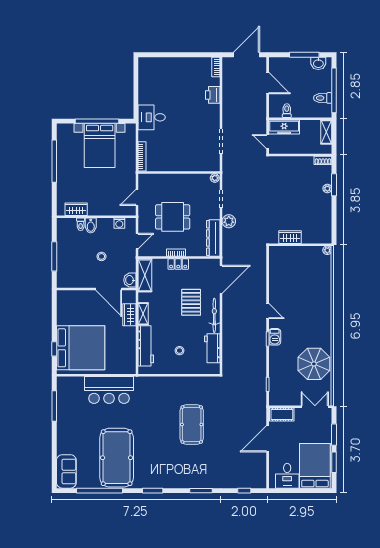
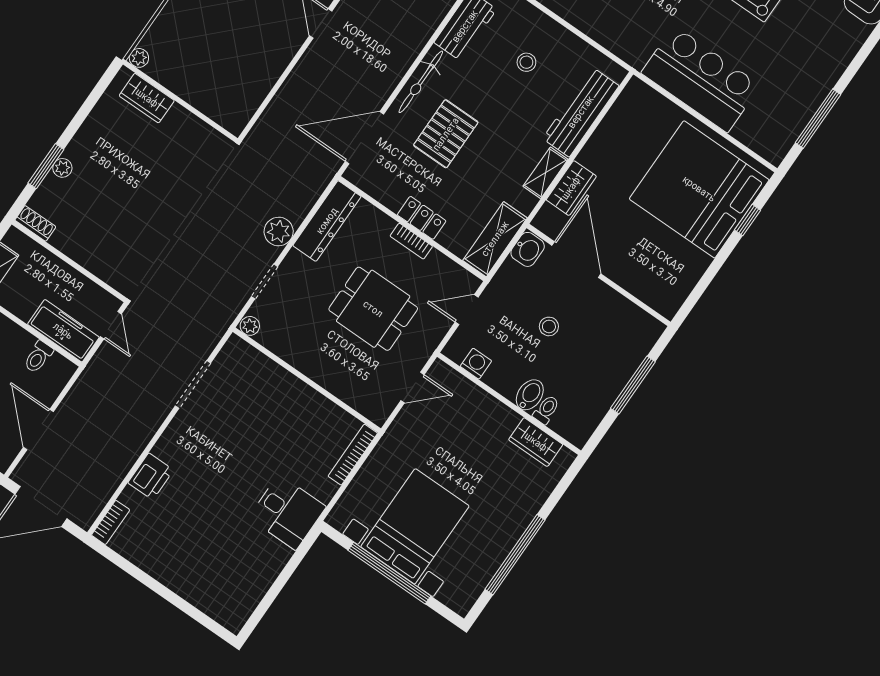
wardrobe: (290, 237) -> (147, 98), moved

